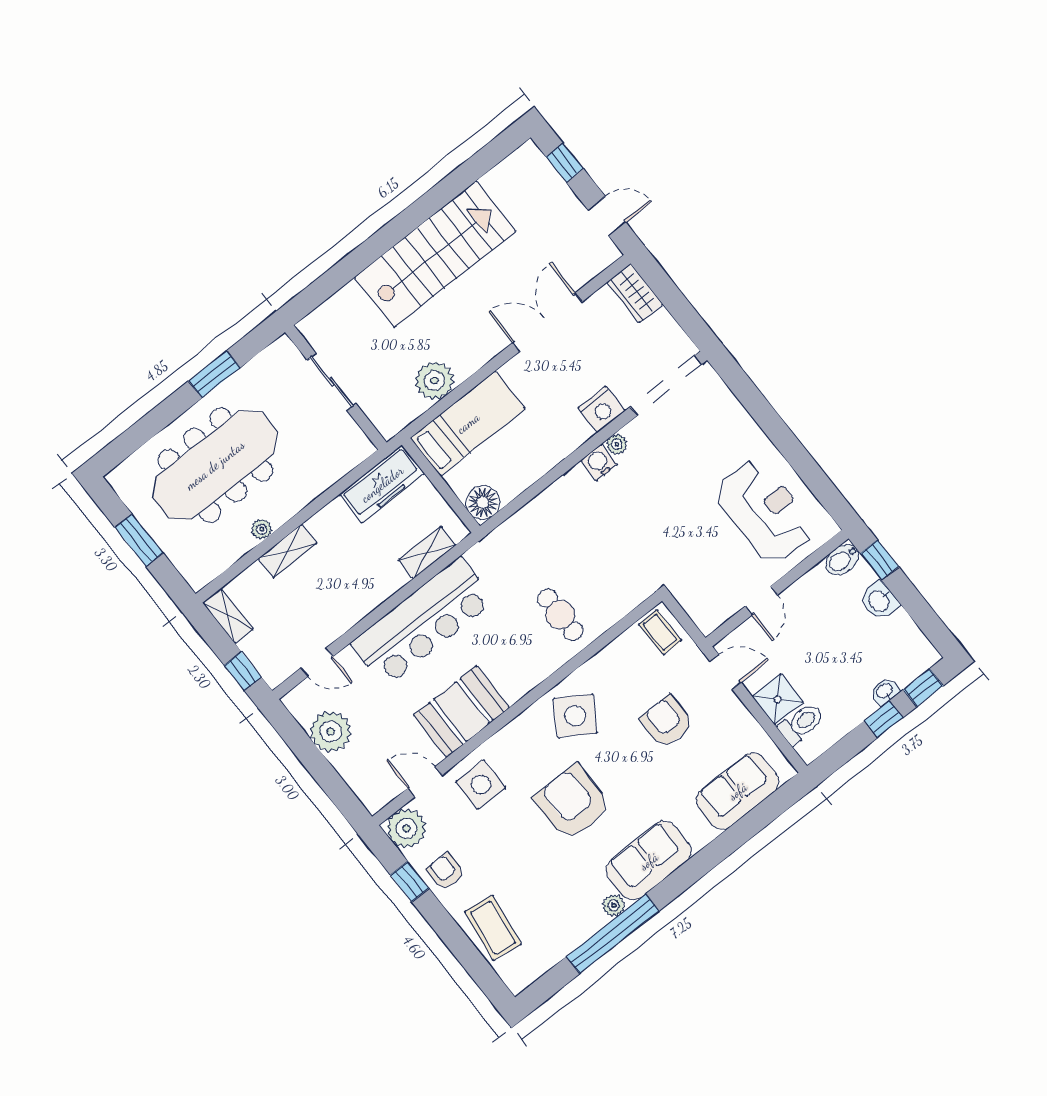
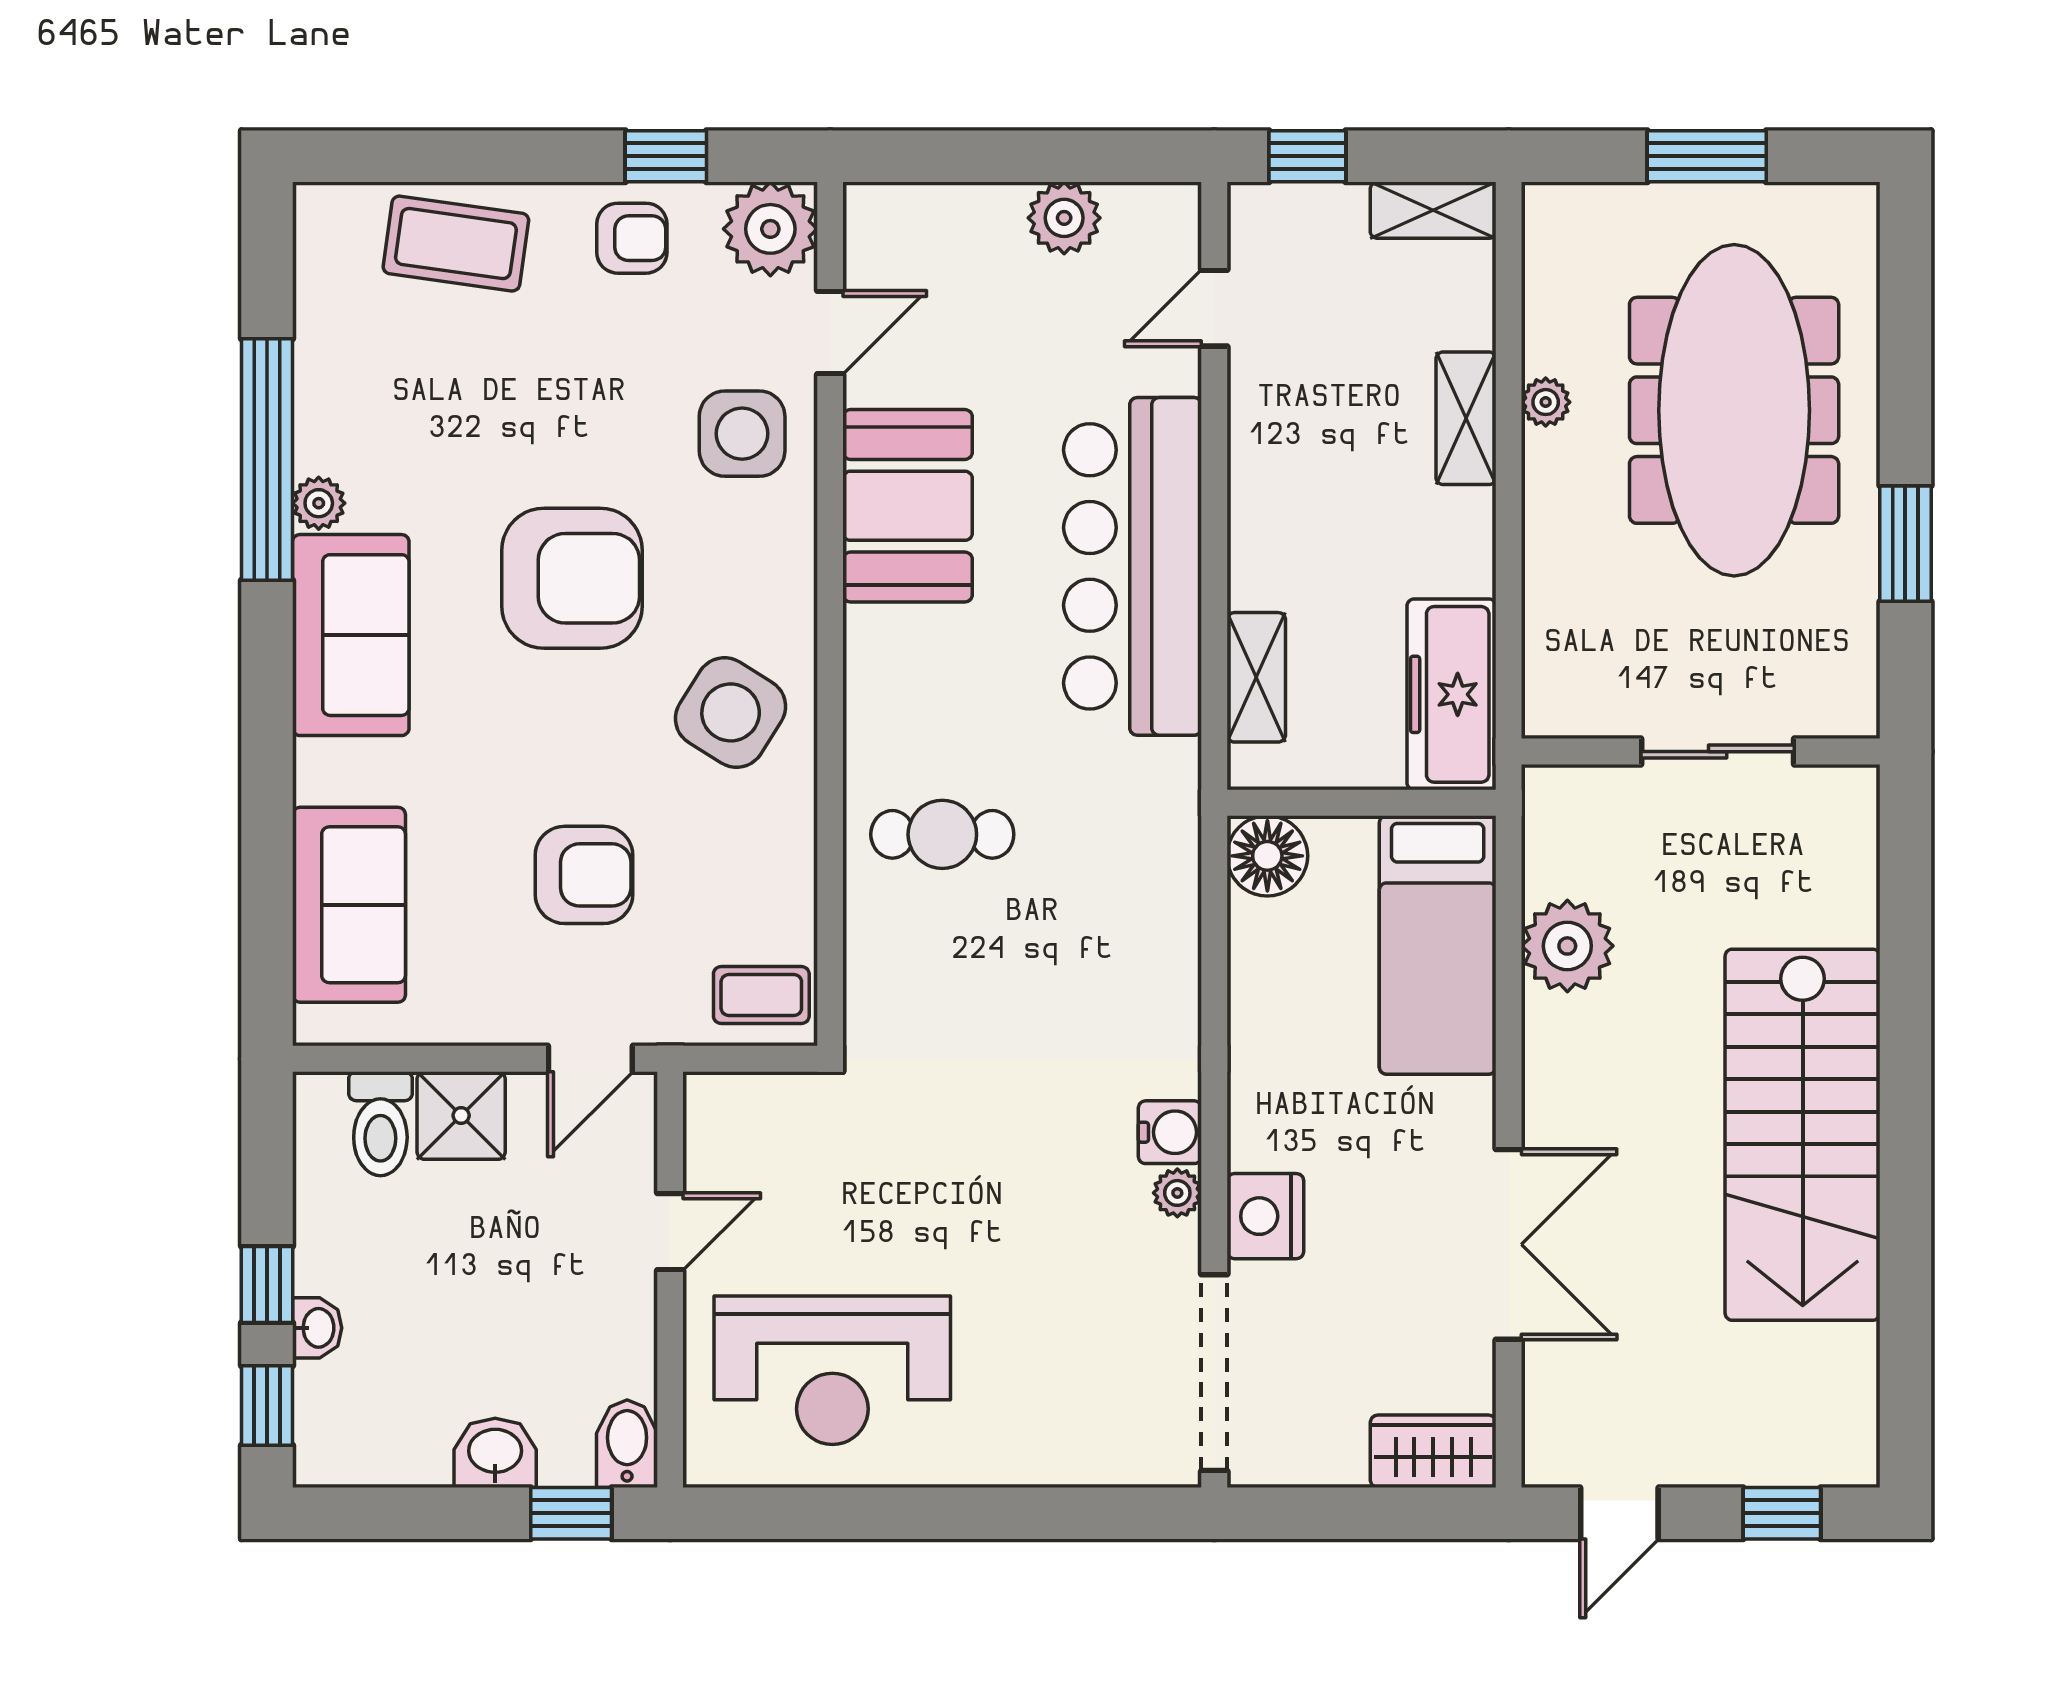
door: (761, 601) -> (670, 1232), swing flipped
plant: (331, 732) -> (1064, 218), width x0.73, depth x0.73

